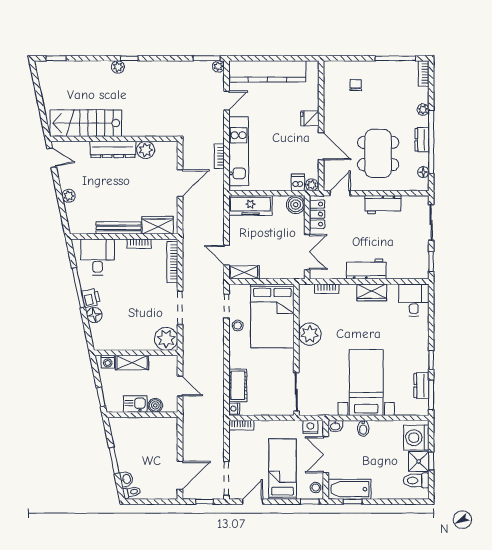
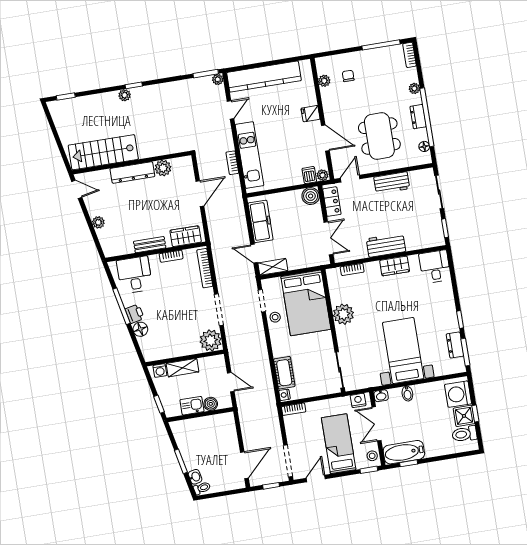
plant: (330, 86) -> (324, 81), added
freezer: (250, 205) -> (261, 221), moved, turned -90
bench: (119, 228) -> (150, 245), width x0.73

